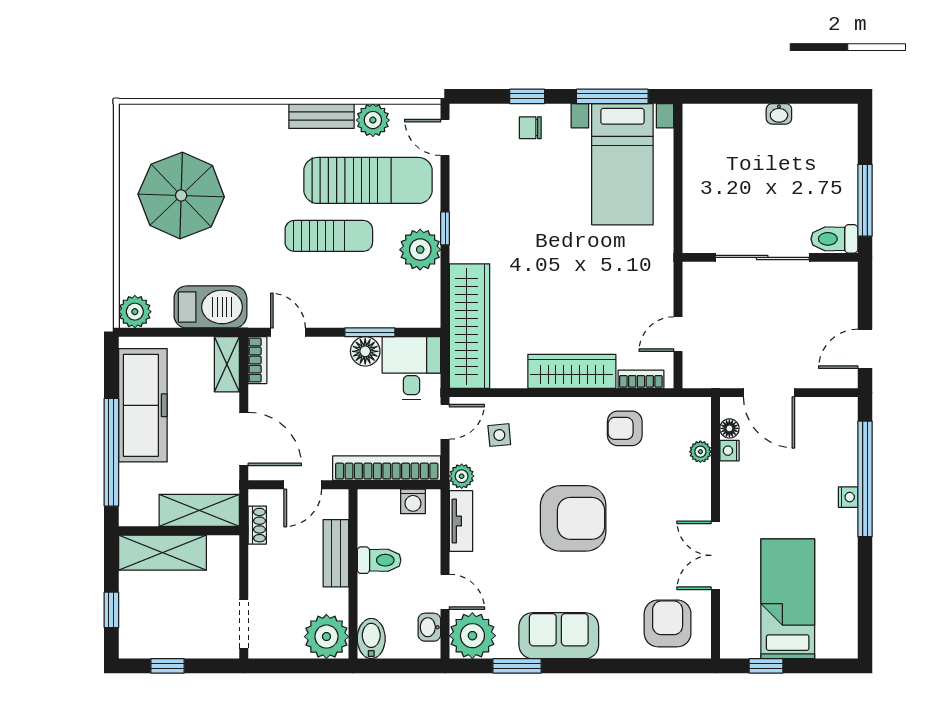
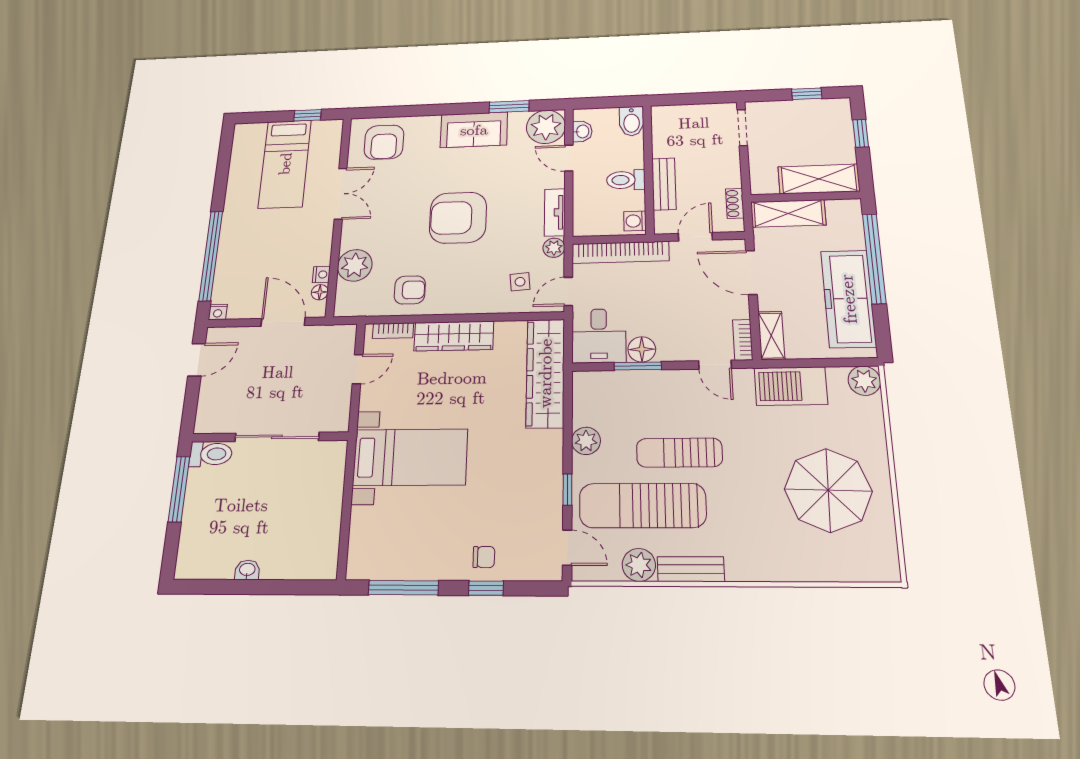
bed with nightstands: (622, 164) -> (410, 457), moved, turned 90
window: (445, 228) -> (567, 490), moved
plant: (420, 250) -> (586, 441), width x0.73, depth x0.73
plant: (700, 452) -> (355, 265), width x1.88, depth x1.88
nightstand: (848, 497) -> (218, 312), moved, turned -90
washing machine: (413, 501) -> (635, 221), moved, turned -90
plant: (326, 637) -> (670, 121), removed

